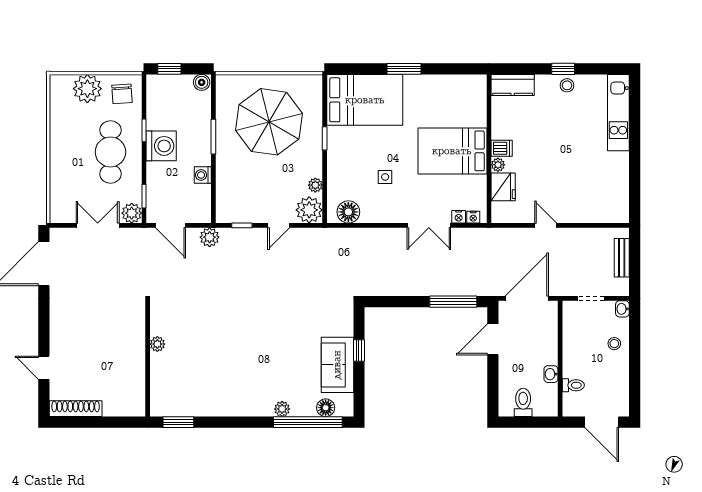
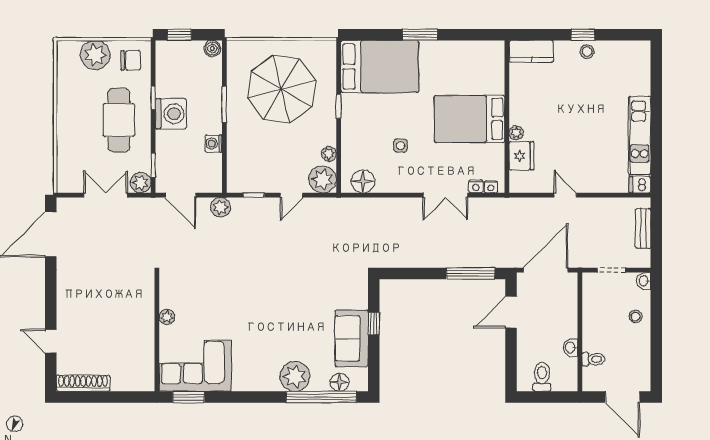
chair: (122, 94) -> (131, 60), turned -86
kitchen unit: (618, 113) -> (640, 135), moved
dishwasher: (502, 148) -> (640, 185), moved, turned 180
corner sofa: (185, 392) -> (195, 366), added
plant: (282, 409) -> (295, 377), width x1.88, depth x1.88

